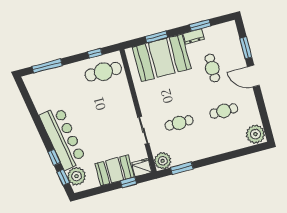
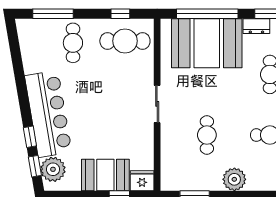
window: (156, 37) -> (207, 14), width x2.11
cafe table: (67, 83) -> (73, 43), added
cafe table: (179, 123) -> (207, 135), turned 90
sliding door: (143, 130) -> (157, 104), moved
plant: (163, 161) -> (234, 179), moved

